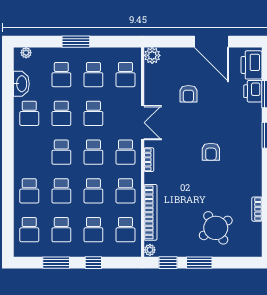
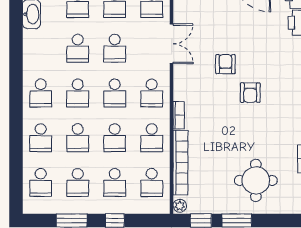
armchair: (188, 94) -> (225, 64), moved, turned 180
school desk: (29, 113) -> (41, 93), moved
double door: (143, 123) -> (172, 44), moved
bookcase: (149, 160) -> (179, 115), moved
round table: (216, 228) -> (256, 180), turned 32

